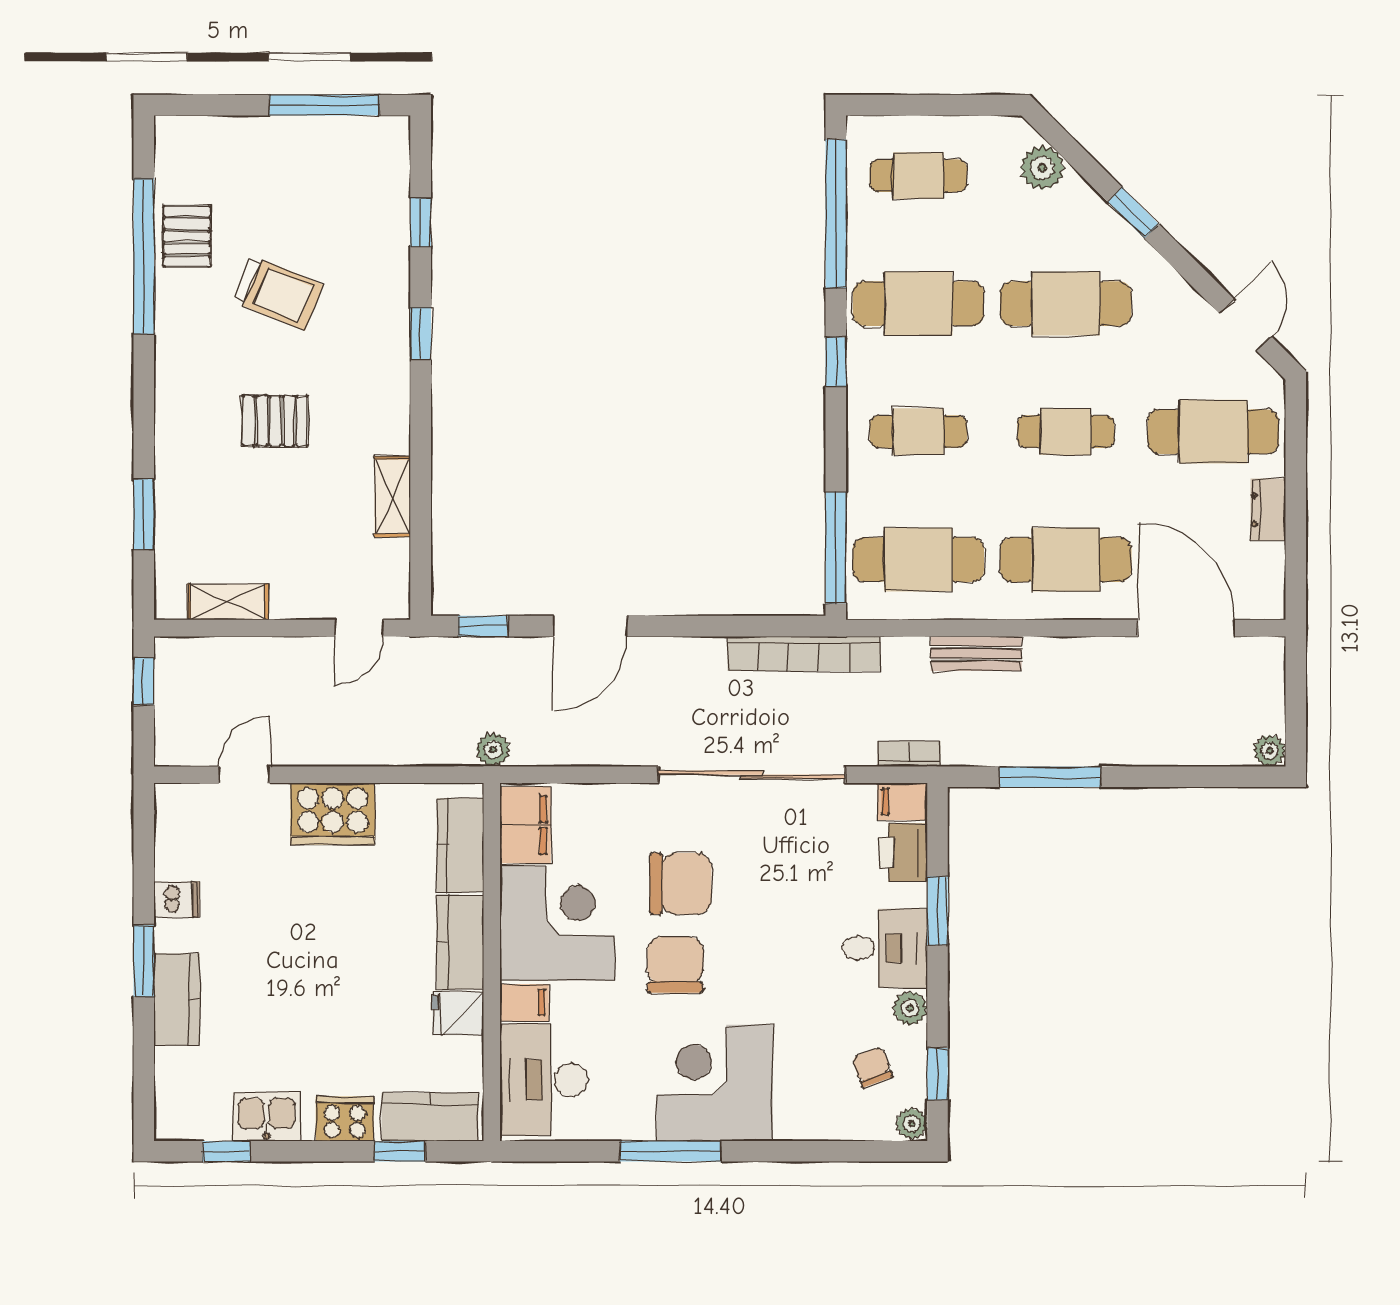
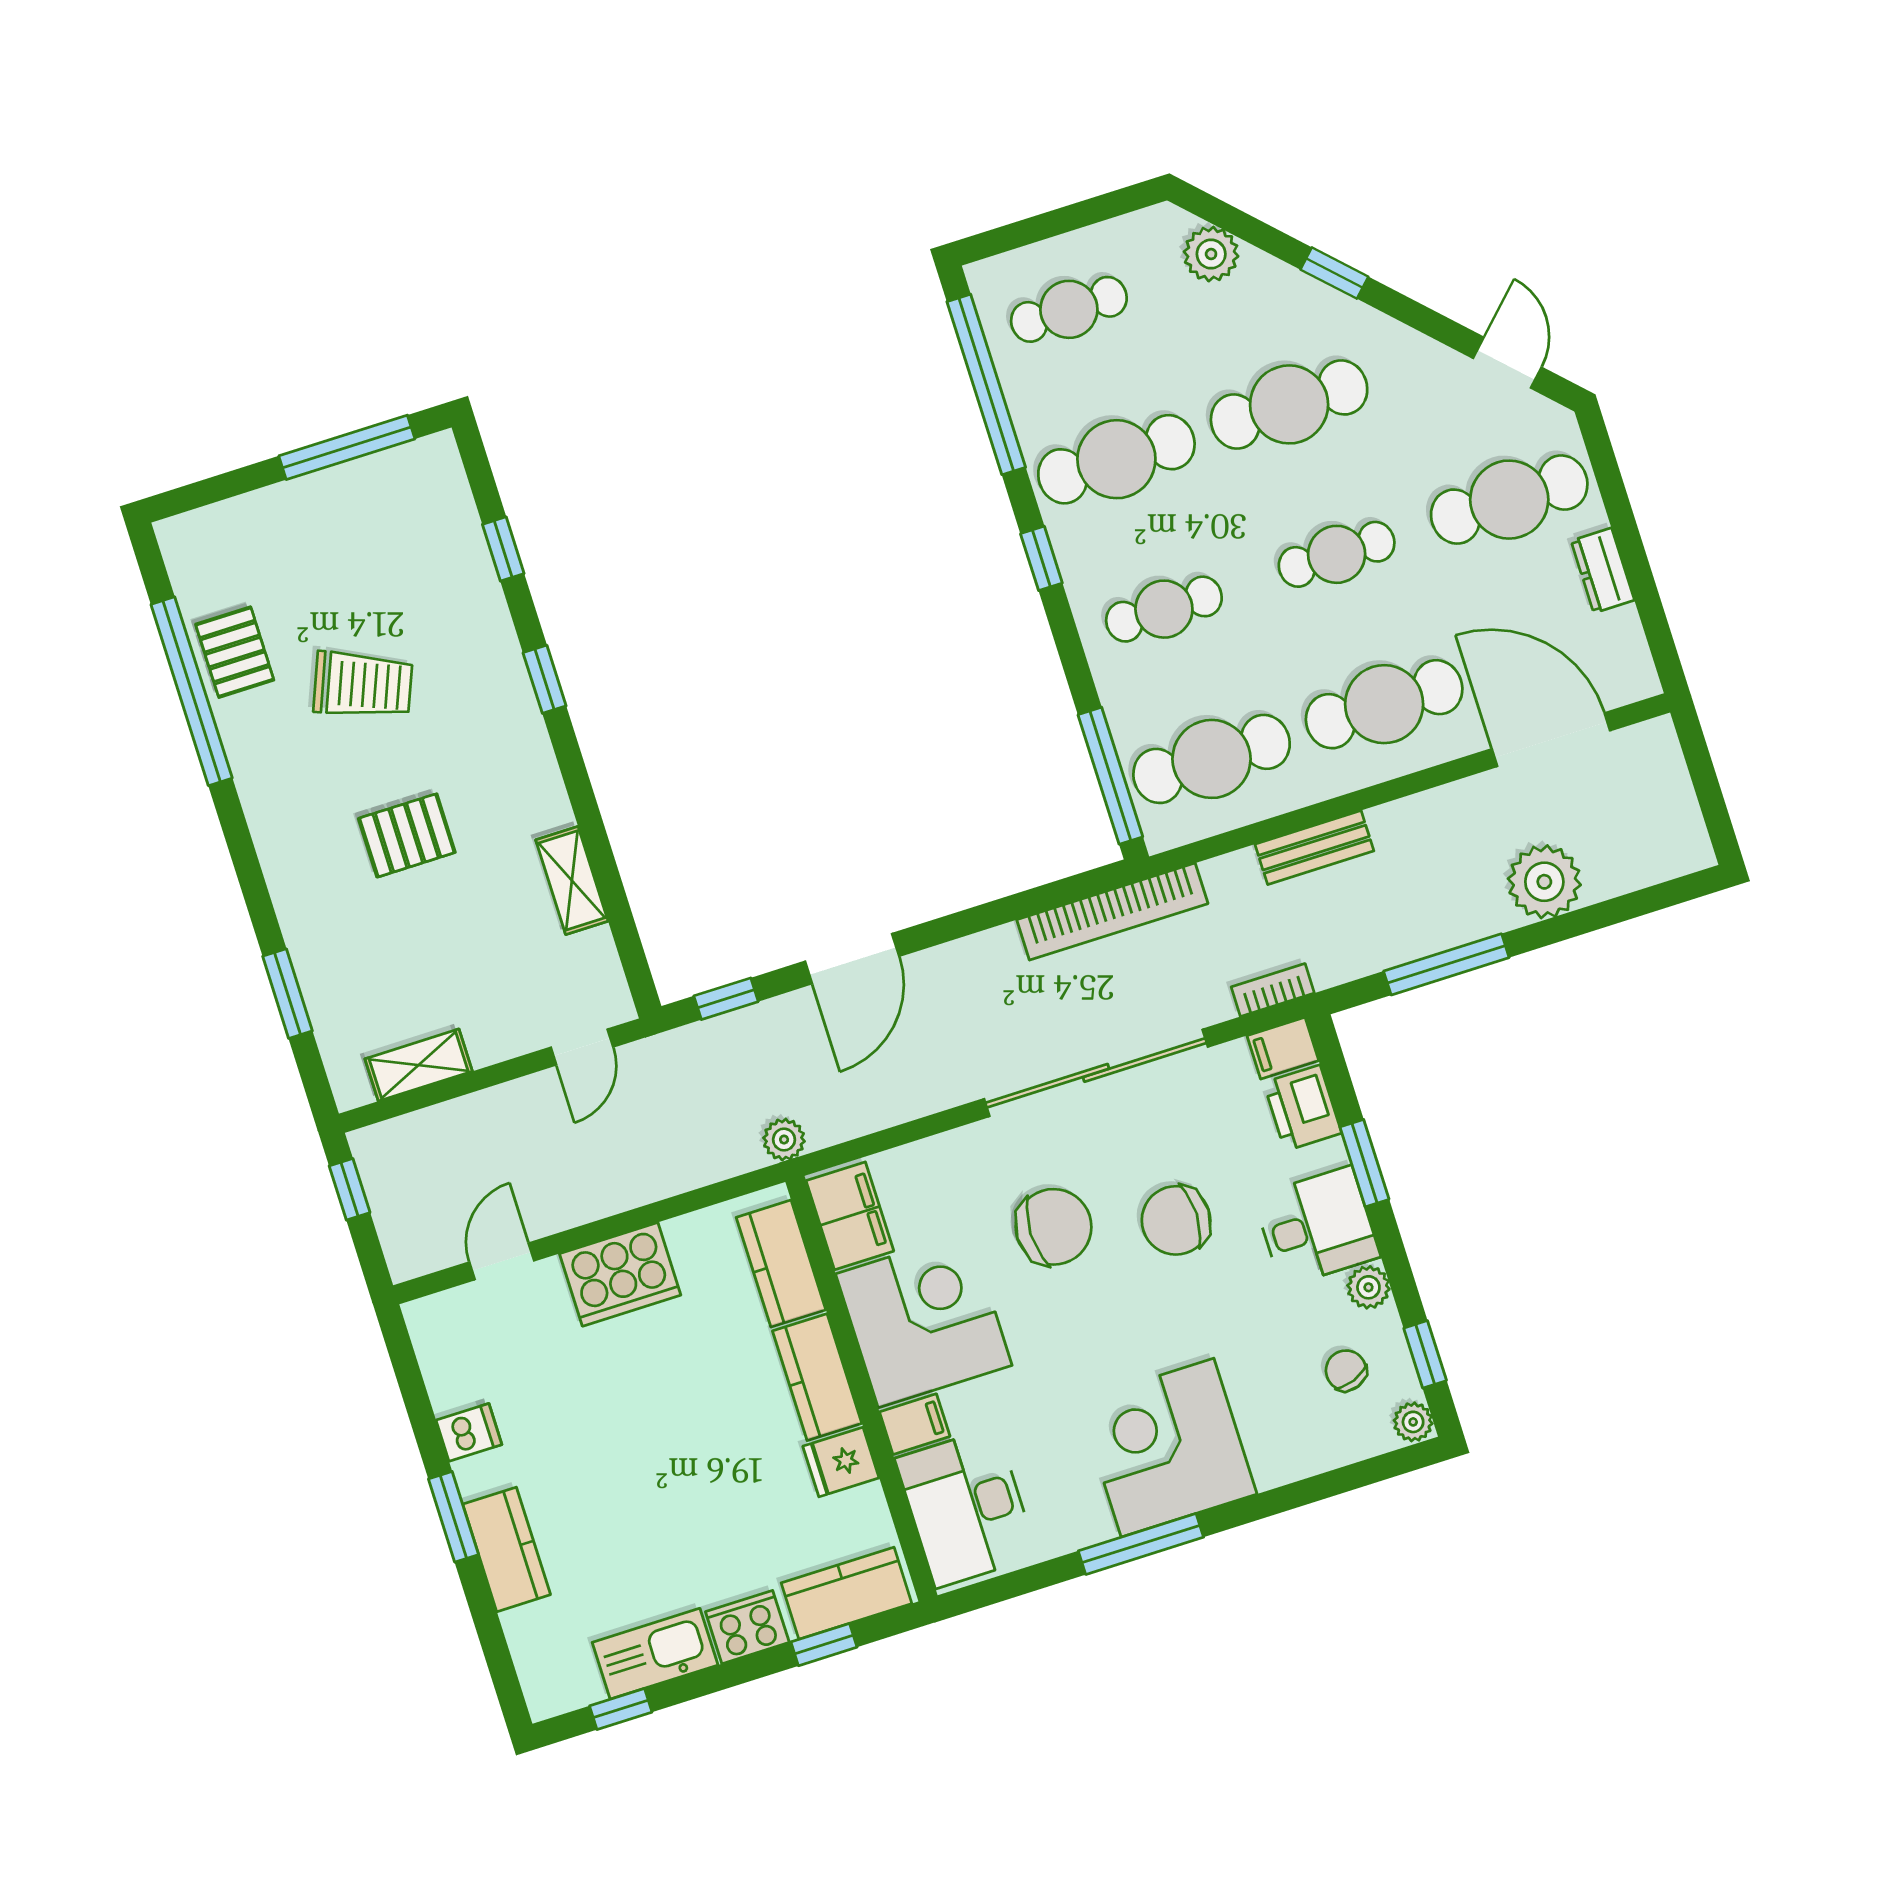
plant: (1270, 751) -> (1544, 882), moved, width x1.87, depth x1.87
chair: (675, 965) -> (1176, 1220), moved, turned -90
kitchen sink: (266, 1117) -> (655, 1654), width x1.38

